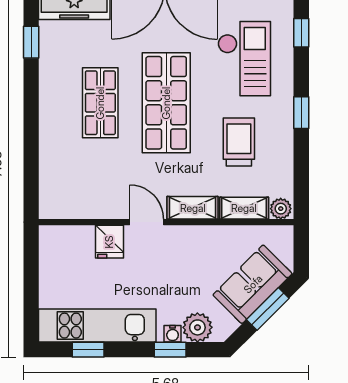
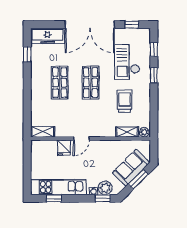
checkout: (244, 59) -> (127, 62), turned 180
shop shelf: (166, 103) -> (91, 83), width x0.70, depth x0.74
window: (301, 113) -> (154, 75), moved
shelving: (193, 208) -> (43, 132), moved
door: (147, 222) -> (81, 139), swing flipped
window: (170, 350) -> (103, 198), moved

